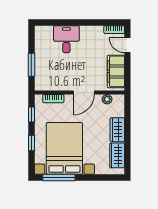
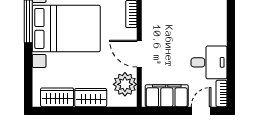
desk: (66, 39) -> (209, 62), moved
plant: (107, 99) -> (125, 84), width x1.88, depth x1.88

